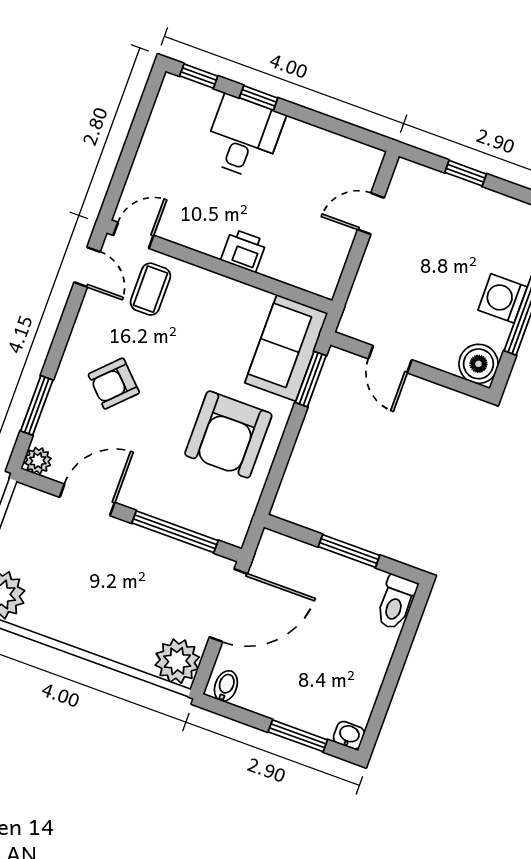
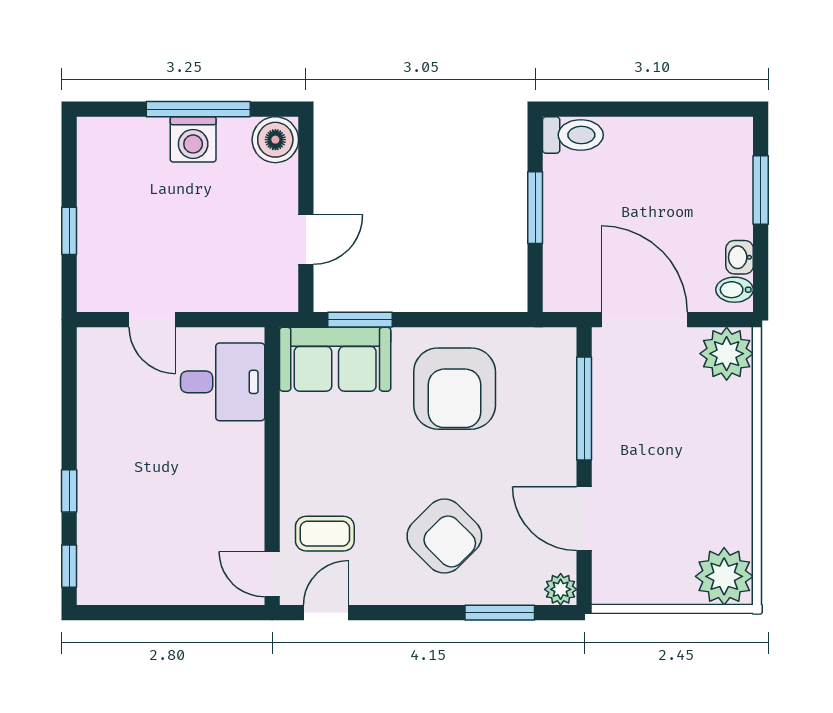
desk: (244, 137) -> (223, 382), moved, turned 180
printer: (244, 251) -> (245, 446), removed
armchair: (114, 384) -> (444, 536), width x1.38, depth x1.38
armchair: (228, 434) -> (455, 389), turned 90
washbasin: (349, 735) -> (740, 257), moved

